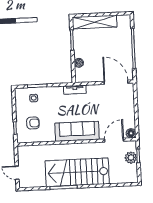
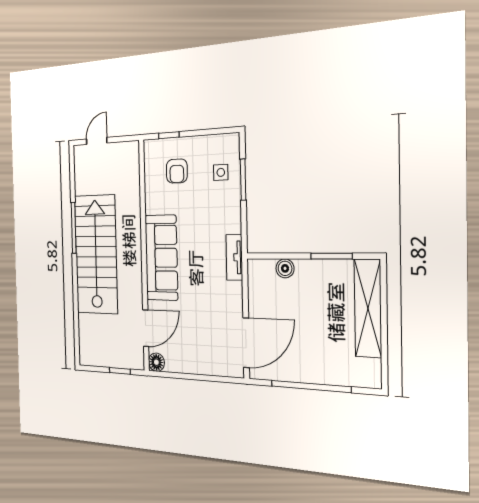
door: (114, 140) -> (146, 328), hinge flipped
plant: (131, 158) -> (117, 357), removed

